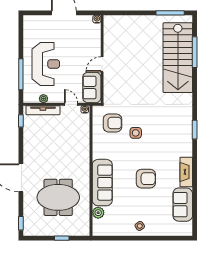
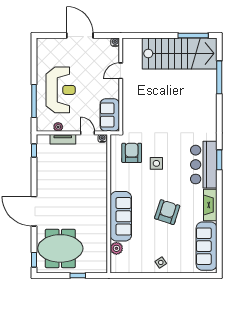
stairs: (178, 58) -> (180, 53), moved, turned -90
door: (102, 64) -> (121, 71), moved
tv unit: (43, 110) -> (63, 139), width x0.71
armchair: (112, 123) -> (132, 153), turned -90
bar counter: (180, 134) -> (204, 165), added
armchair: (146, 179) -> (167, 212), turned -72
meeting table: (58, 197) -> (60, 248), moved
sofa: (183, 205) -> (207, 246), width x1.36

